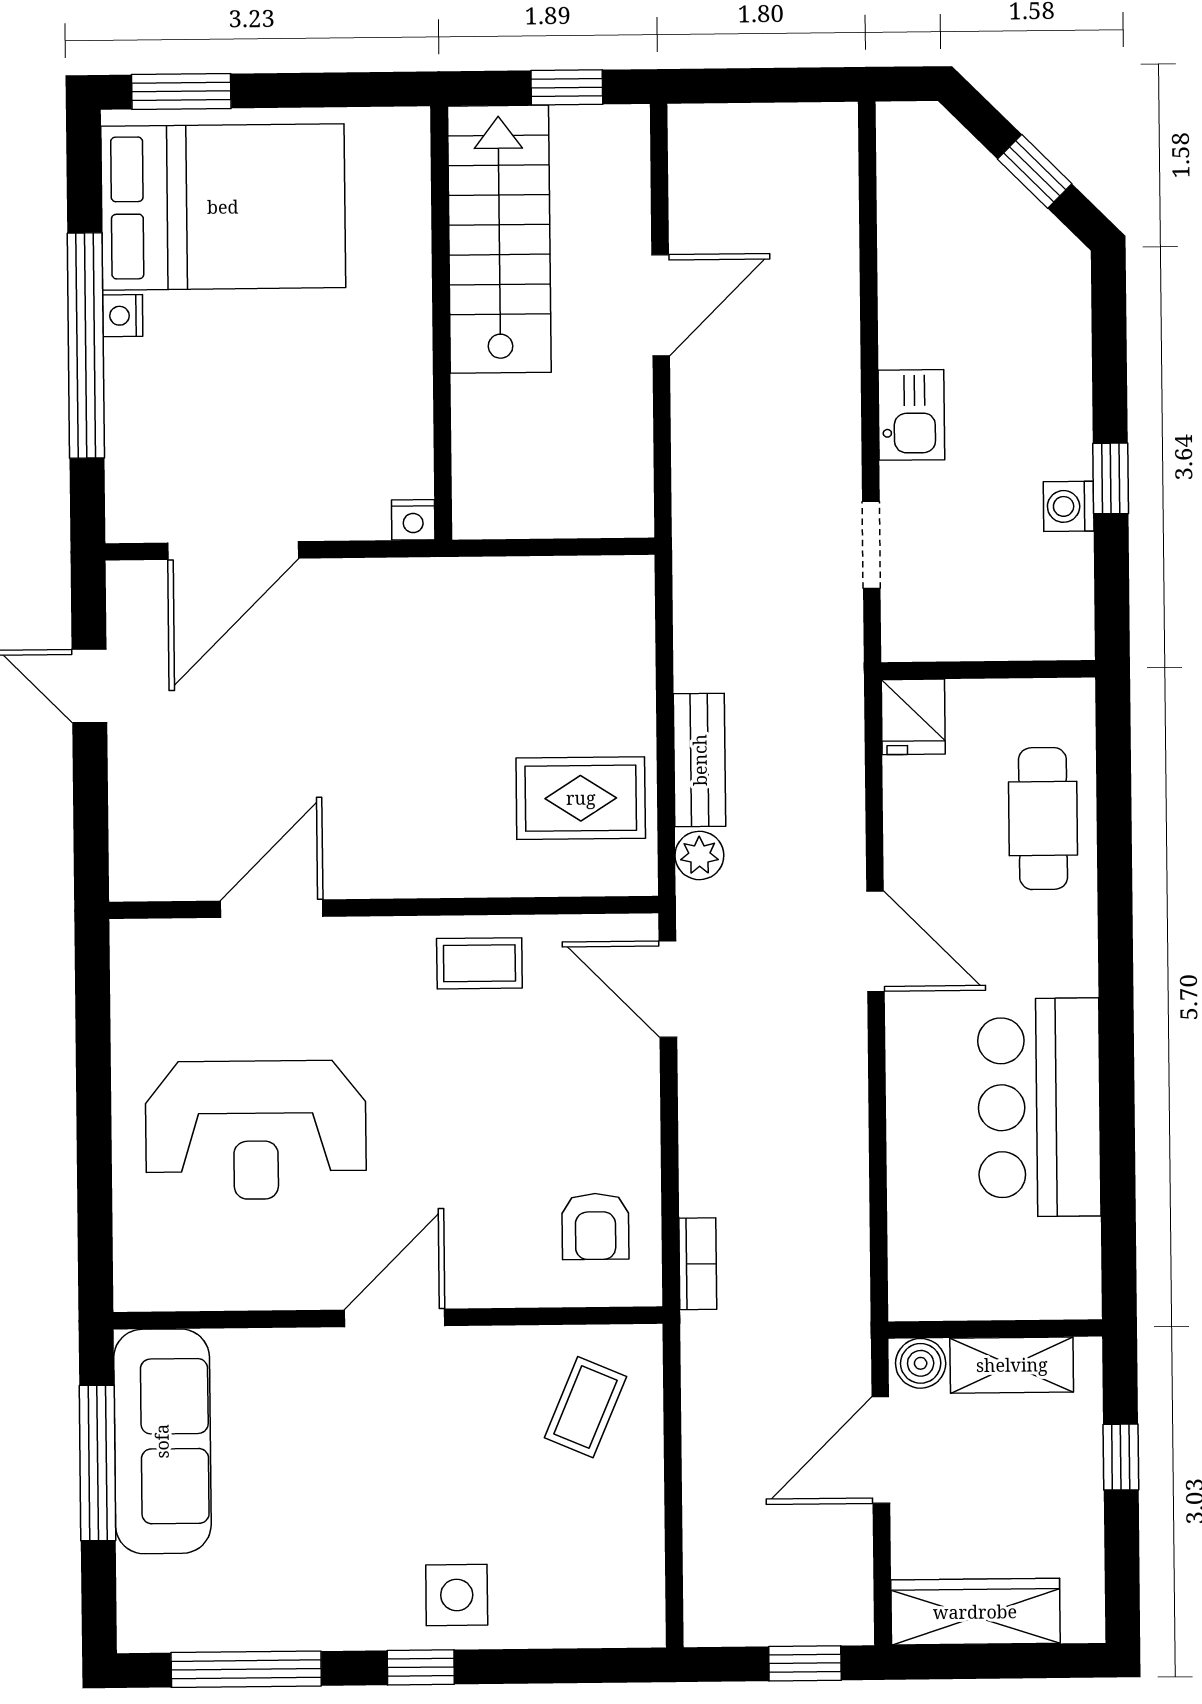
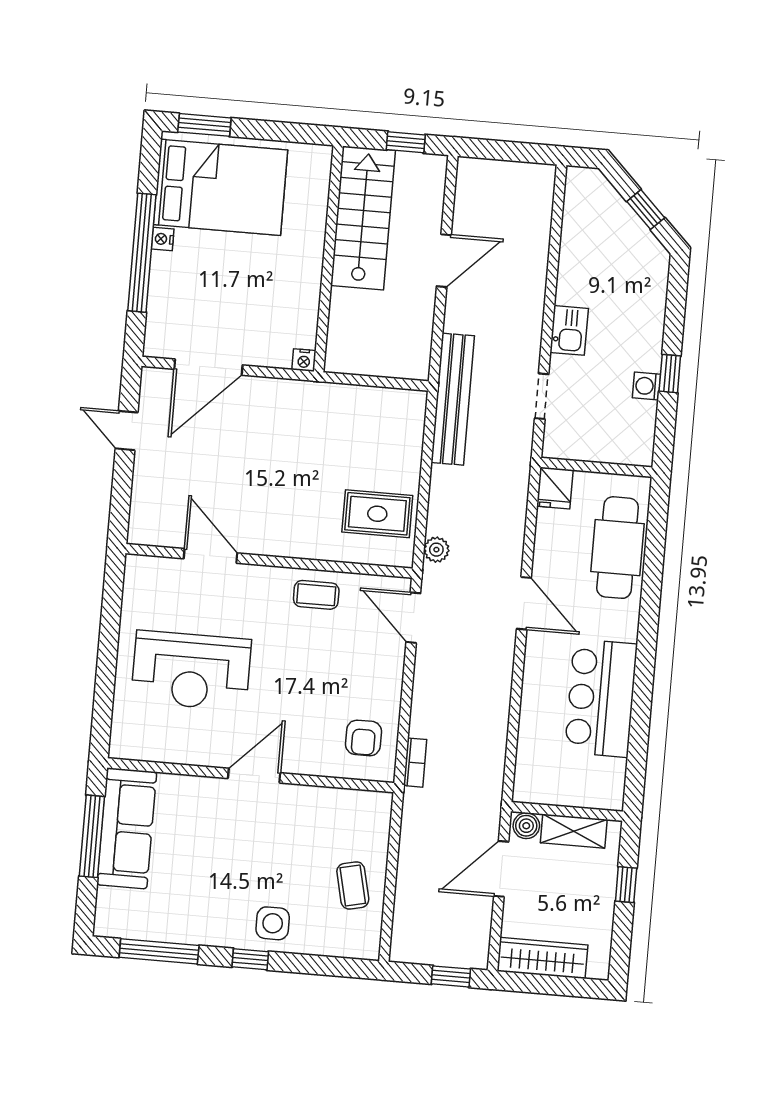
bench: (700, 760) -> (453, 399), moved, width x1.86, depth x1.21
cafe table: (1043, 819) -> (618, 548), width x1.37, depth x1.35
door: (272, 909) -> (211, 556), hinge flipped
coffee table: (585, 1407) -> (353, 885), moved, turned -36

